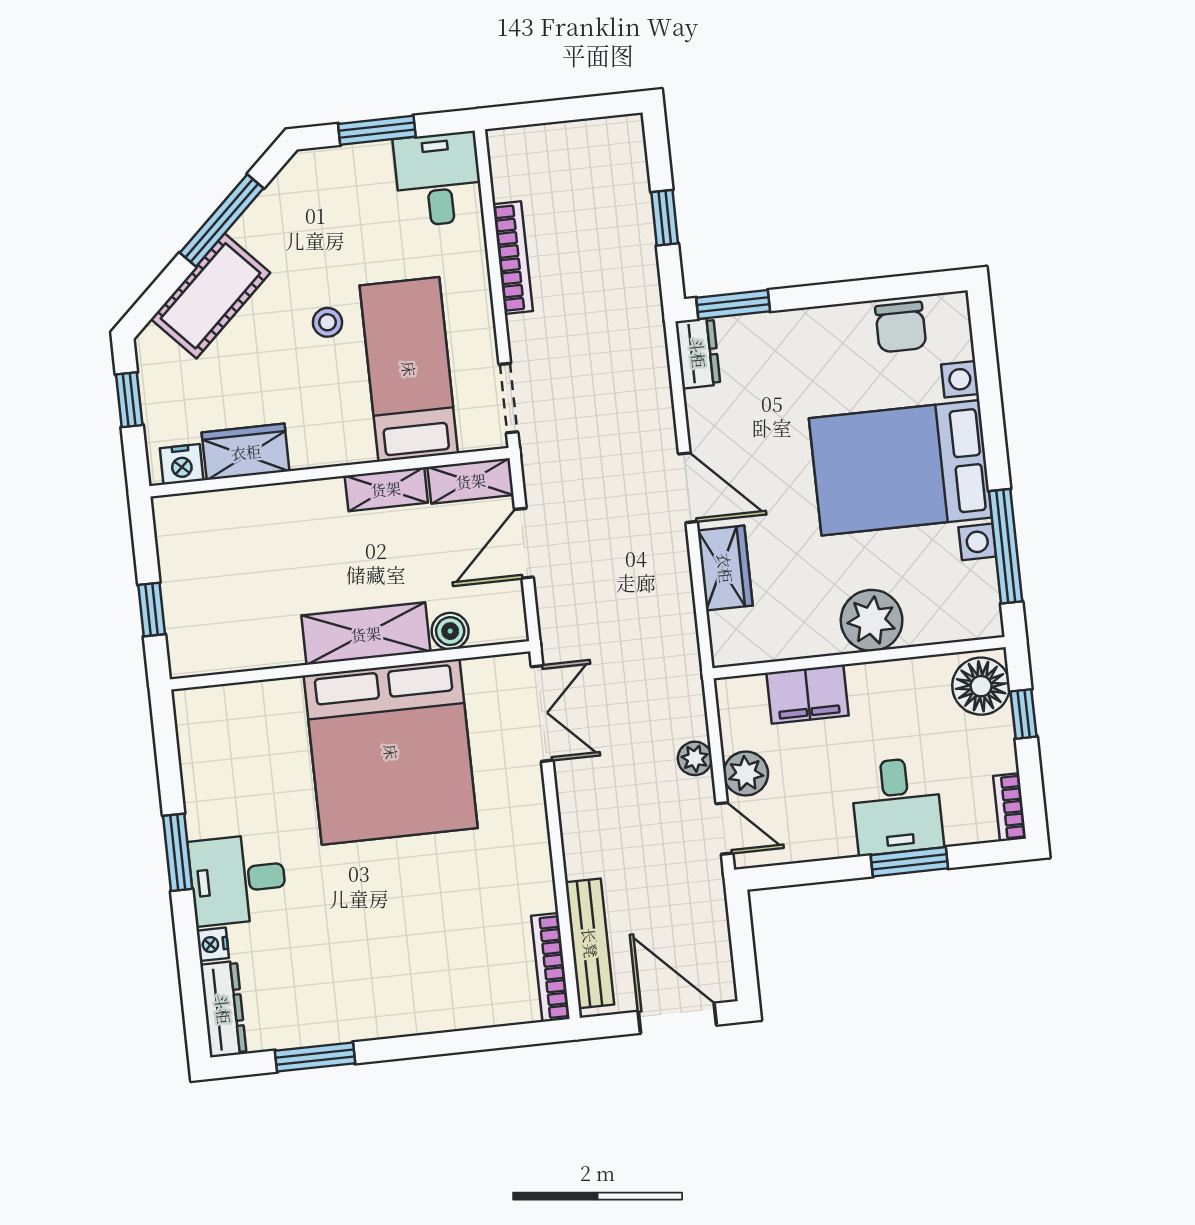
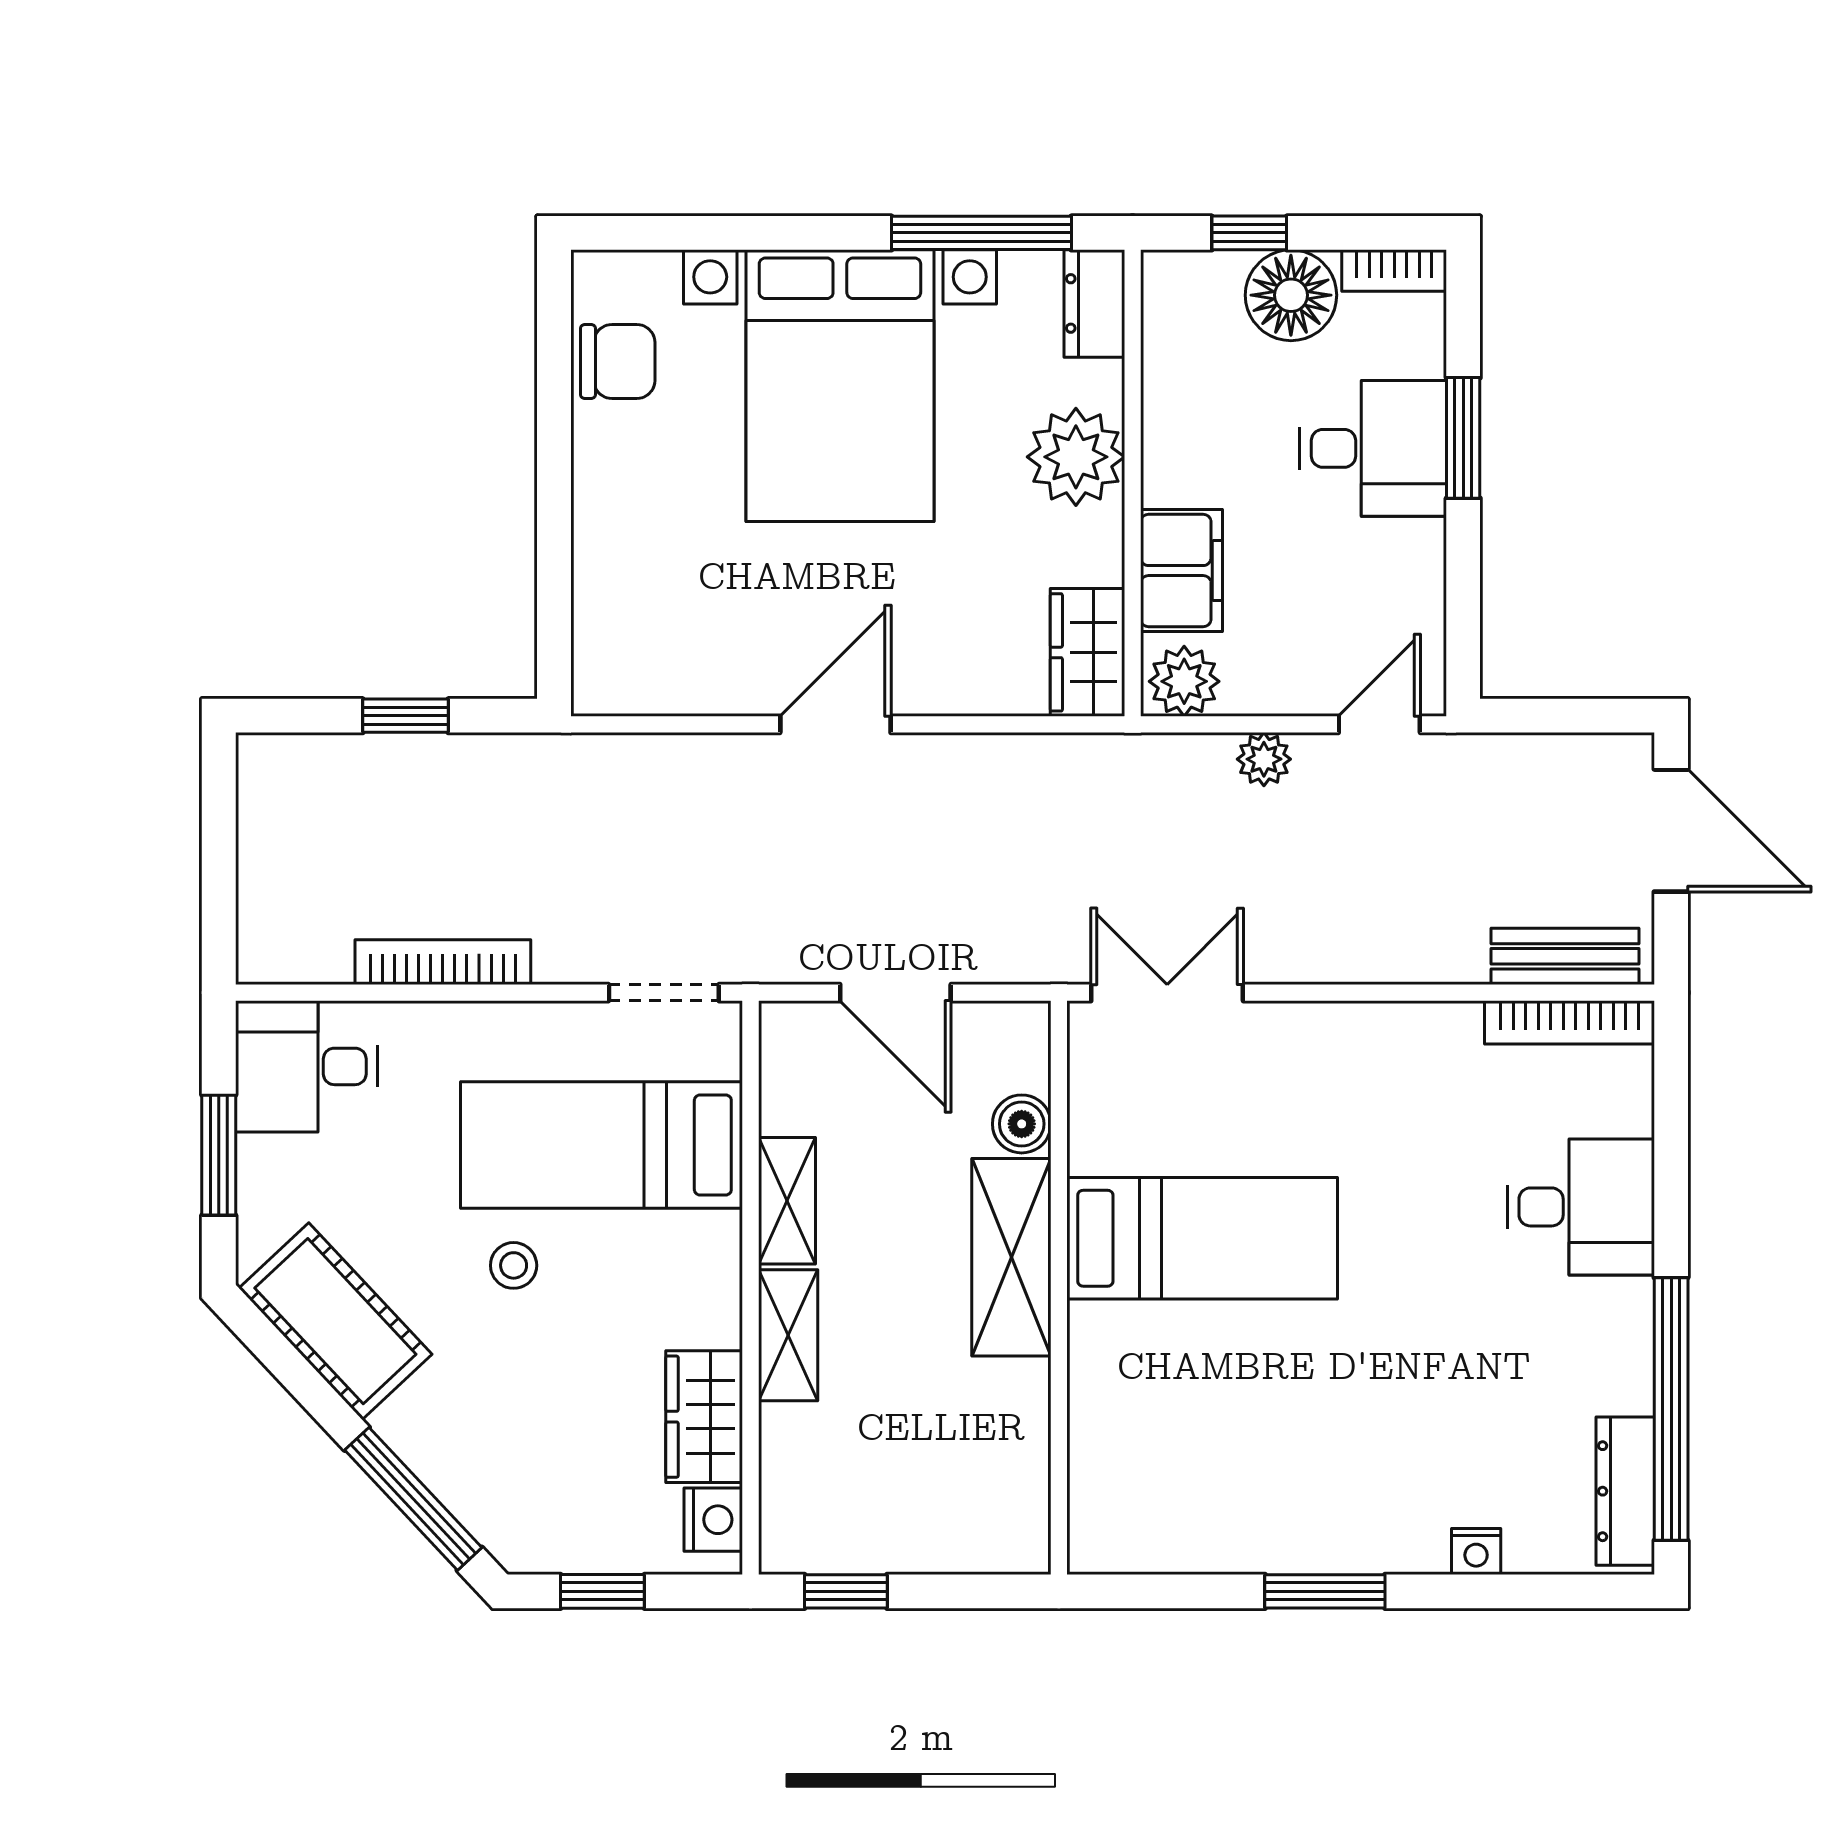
window: (222, 221) -> (413, 1499), moved
cot: (211, 296) -> (335, 1321), moved
window: (733, 305) -> (554, 622), removed
dresser: (698, 353) -> (1094, 303), moved, turned -90
shelving: (471, 481) -> (788, 1335), moved
wardrobe: (725, 568) -> (1088, 652), moved, turned -90
window: (152, 609) -> (846, 1591), moved
floor lamp: (981, 686) -> (1291, 295), moved
bed: (391, 752) -> (1202, 1238), width x0.49
plant: (746, 773) -> (1184, 681), moved
desk: (238, 880) -> (1581, 1207), moved, turned -90
bench: (590, 943) -> (1565, 956), width x0.73
dresser: (223, 1009) -> (1625, 1491), moved, turned -90
door: (677, 1018) -> (1671, 831), swing flipped
window: (315, 1057) -> (1671, 1409), width x2.11

